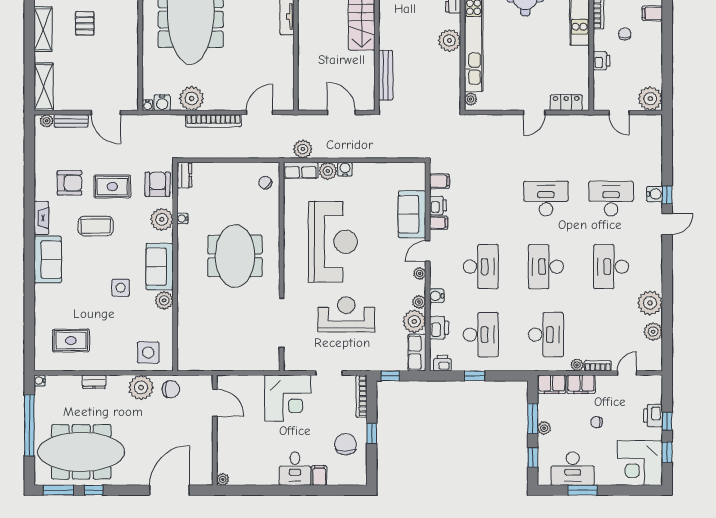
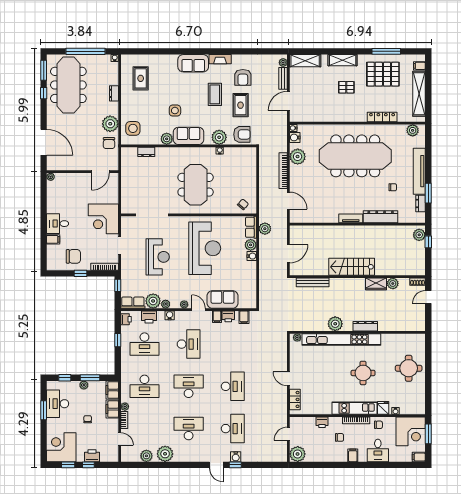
dresser: (184, 175) -> (146, 152), moved
reception desk: (333, 242) -> (205, 248), turned -90
meeting table: (235, 256) -> (196, 185), turned 90
desk: (481, 267) -> (189, 344), turned -90

